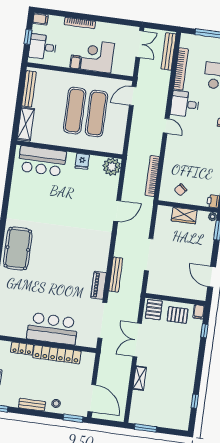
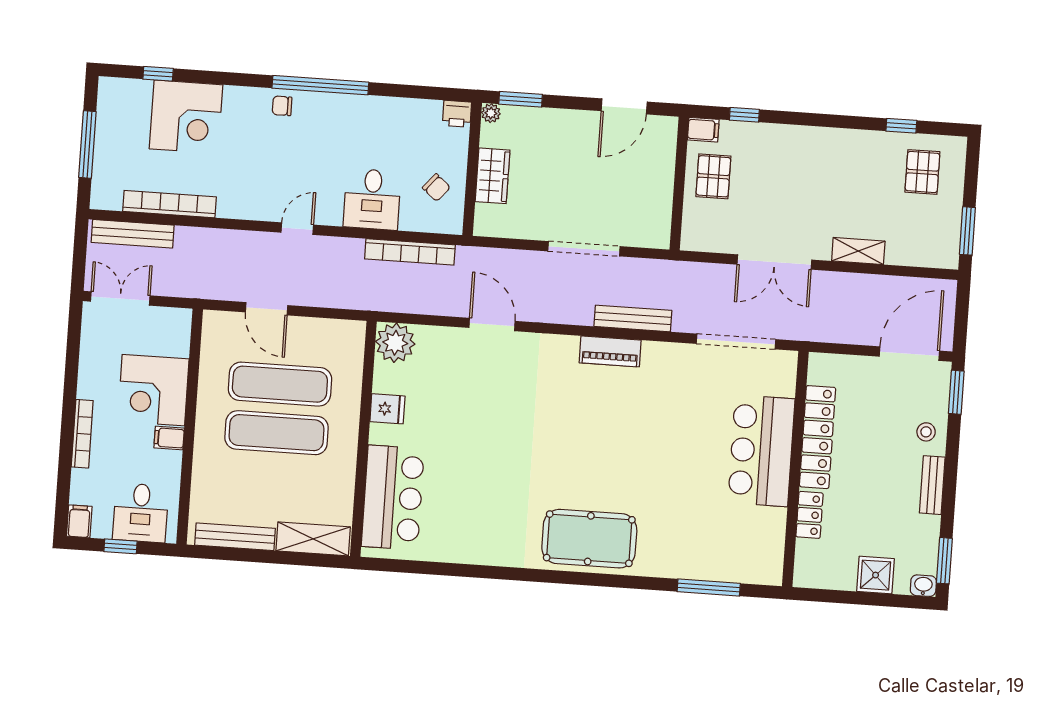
door: (133, 96) -> (267, 309), moved
desk: (185, 104) -> (372, 199), moved
piano: (99, 285) -> (610, 351), moved
pallet: (154, 310) -> (922, 172), moved, turned 90

